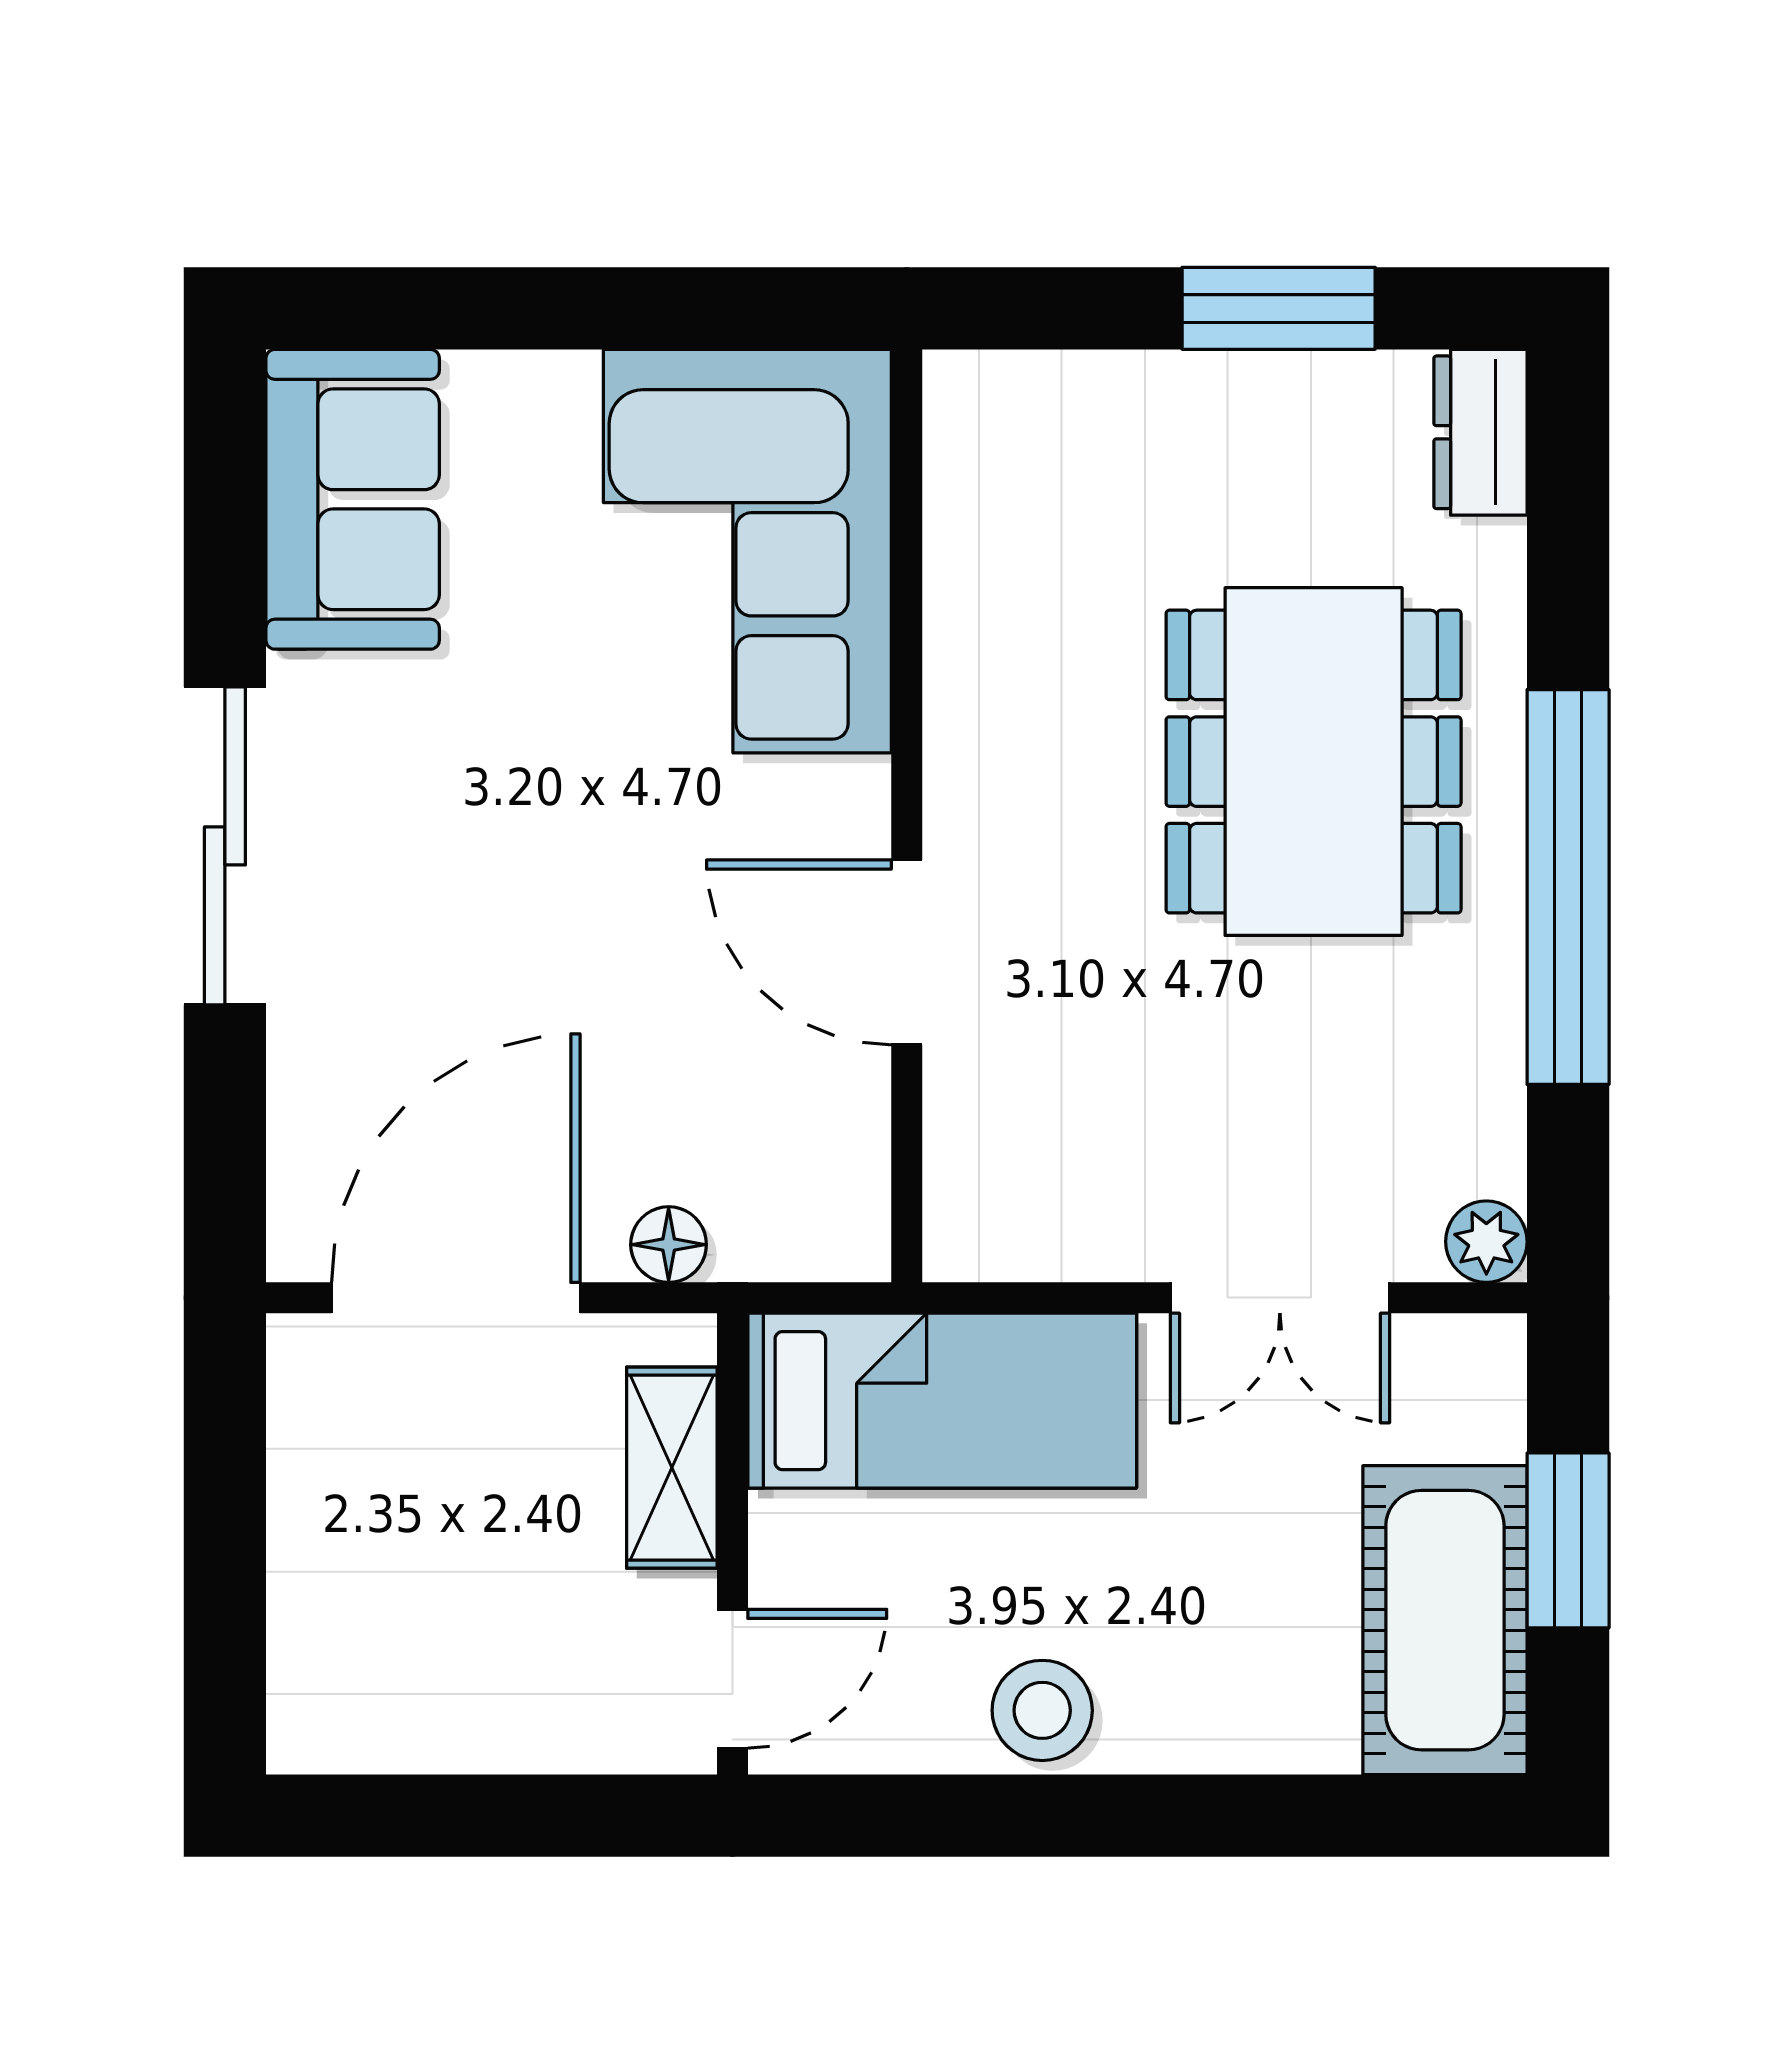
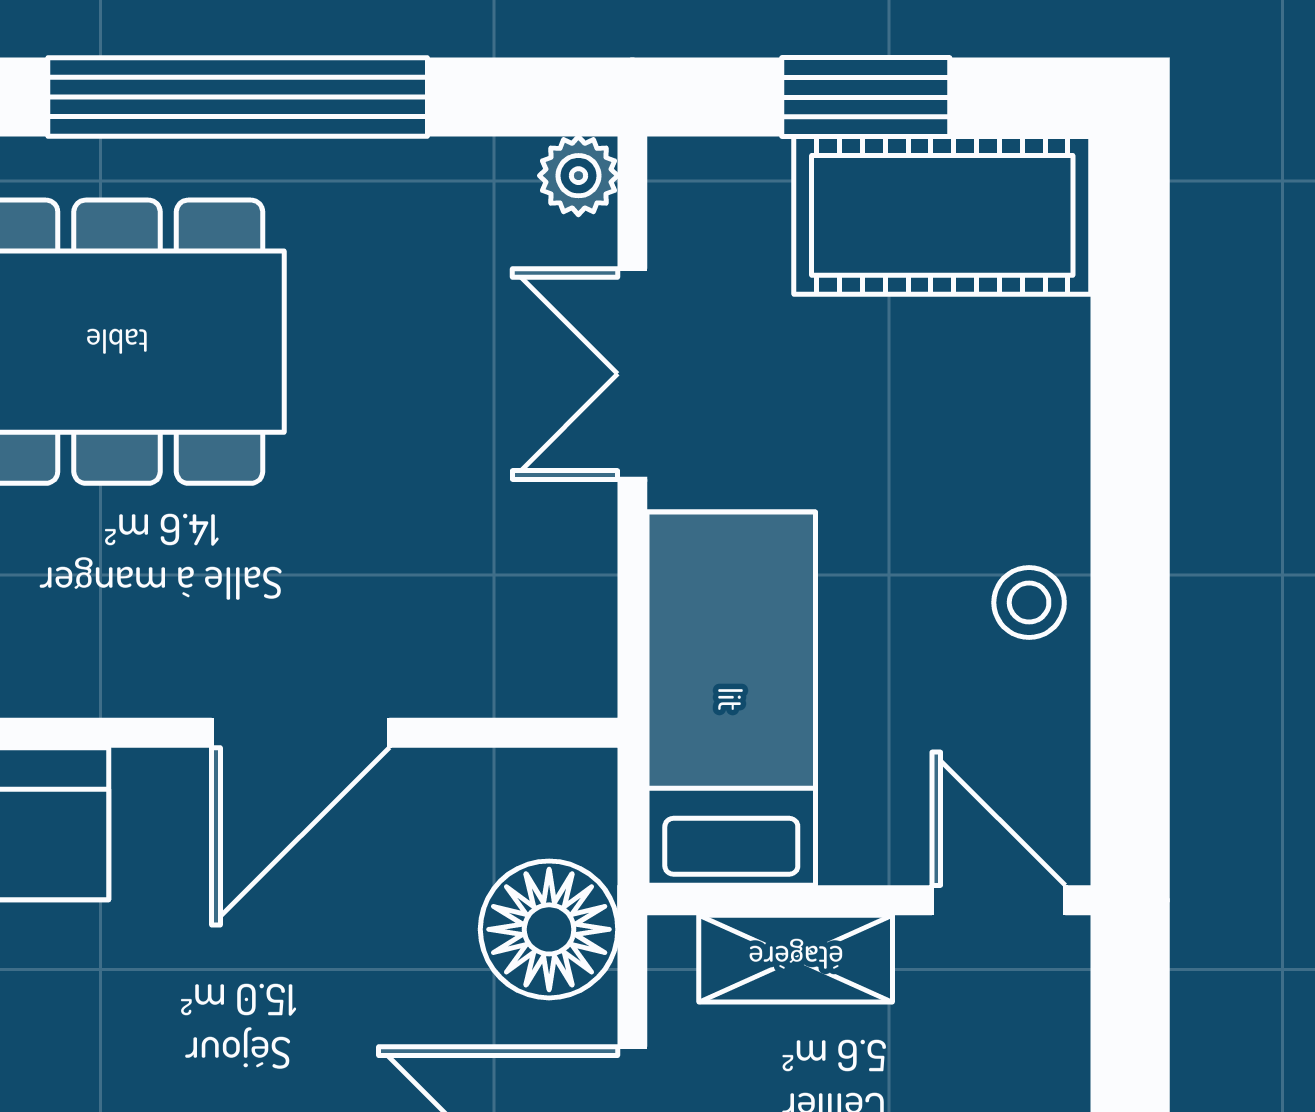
floor lamp: (669, 1245) -> (549, 929), width x1.89, depth x1.89
double door: (1280, 1298) -> (632, 374), swing flipped
stool: (1042, 1710) -> (1029, 603), width x0.73, depth x0.73

